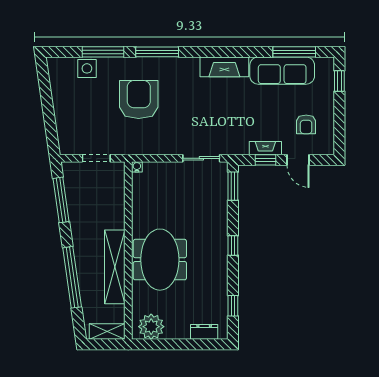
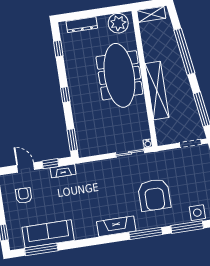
fireplace: (224, 67) -> (116, 226), moved
fireplace: (265, 148) -> (63, 171), moved
doorway: (96, 158) -> (190, 144), moved
sliding door: (201, 158) -> (130, 153), moved
meeting table: (160, 260) -> (119, 75), width x1.36
shelving: (115, 267) -> (157, 91), moved
dresser: (204, 332) -> (82, 25), width x1.44

